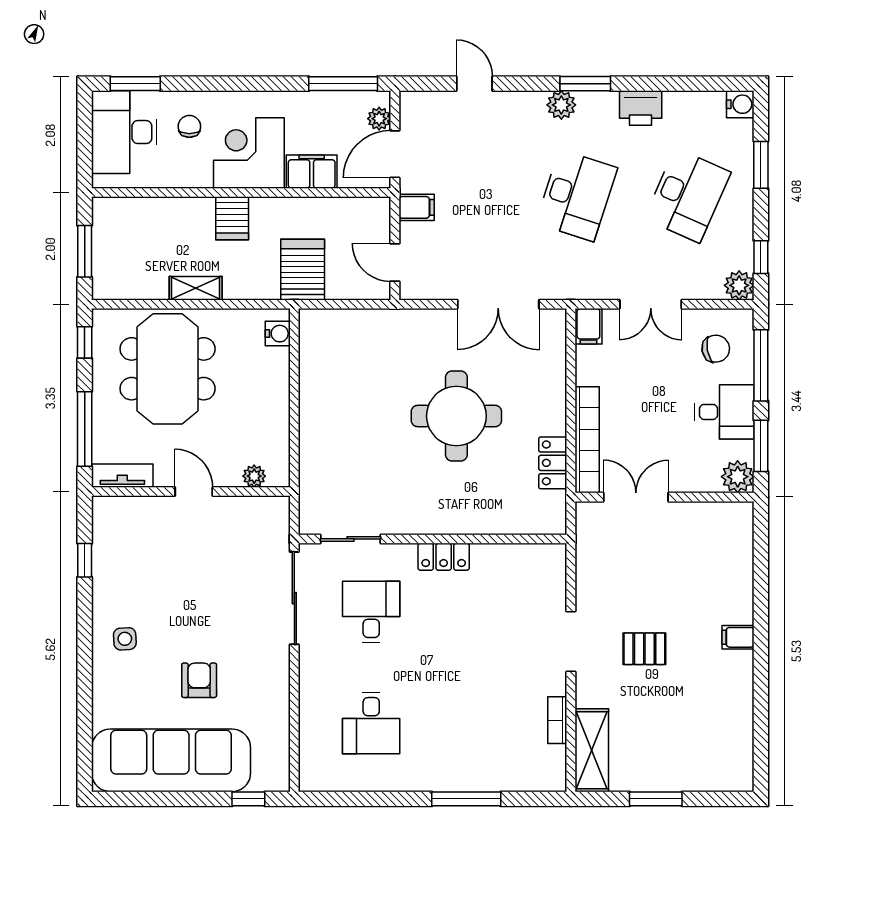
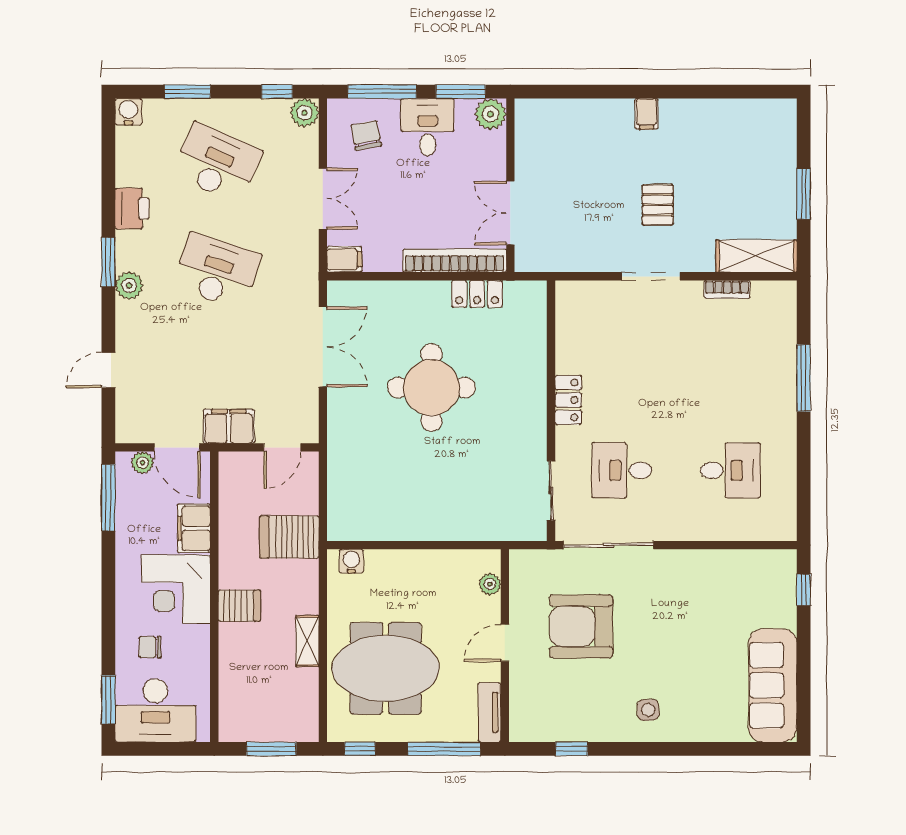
filing cabinet: (417, 207) -> (229, 426), width x2.00
armchair: (199, 680) -> (581, 626), moved, width x1.88, depth x1.88
sofa: (171, 760) -> (773, 685), width x0.74, depth x0.79

